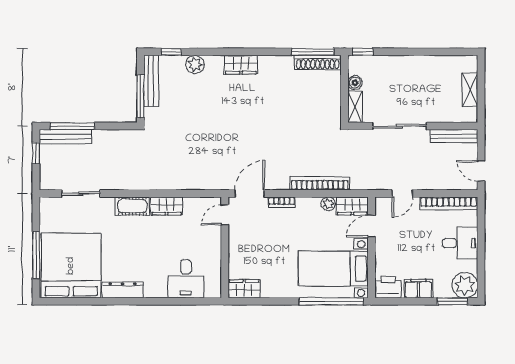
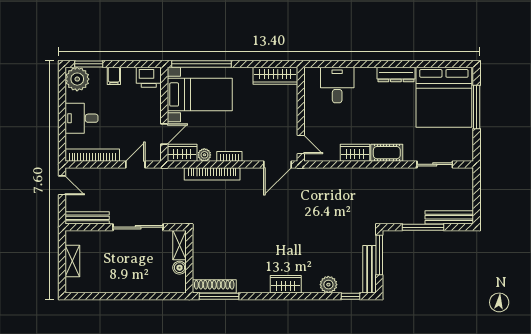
window: (363, 52) -> (172, 296), removed
window: (72, 126) -> (423, 227), moved
window: (36, 153) -> (477, 202), removed
bookcase: (282, 202) -> (229, 156), moved
door: (225, 215) -> (301, 144), hinge flipped
wardrobe: (244, 289) -> (275, 76), width x1.50
filing cabinet: (418, 289) -> (114, 76), width x0.50

